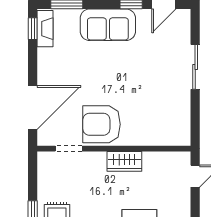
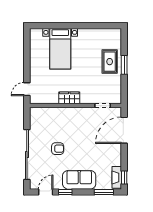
sliding door: (195, 67) -> (27, 154), width x1.86
armchair: (102, 124) -> (58, 149), moved, width x0.53, depth x0.53

